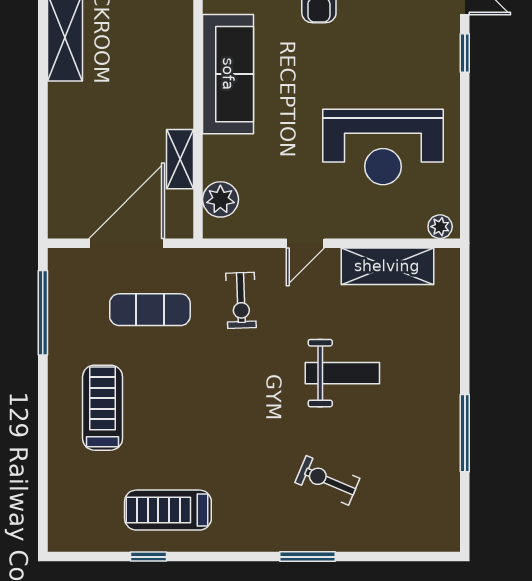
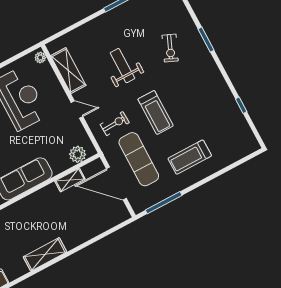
exercise mat: (150, 310) -> (139, 159), width x1.36, depth x1.45
treadmill: (168, 510) -> (156, 112), moved

